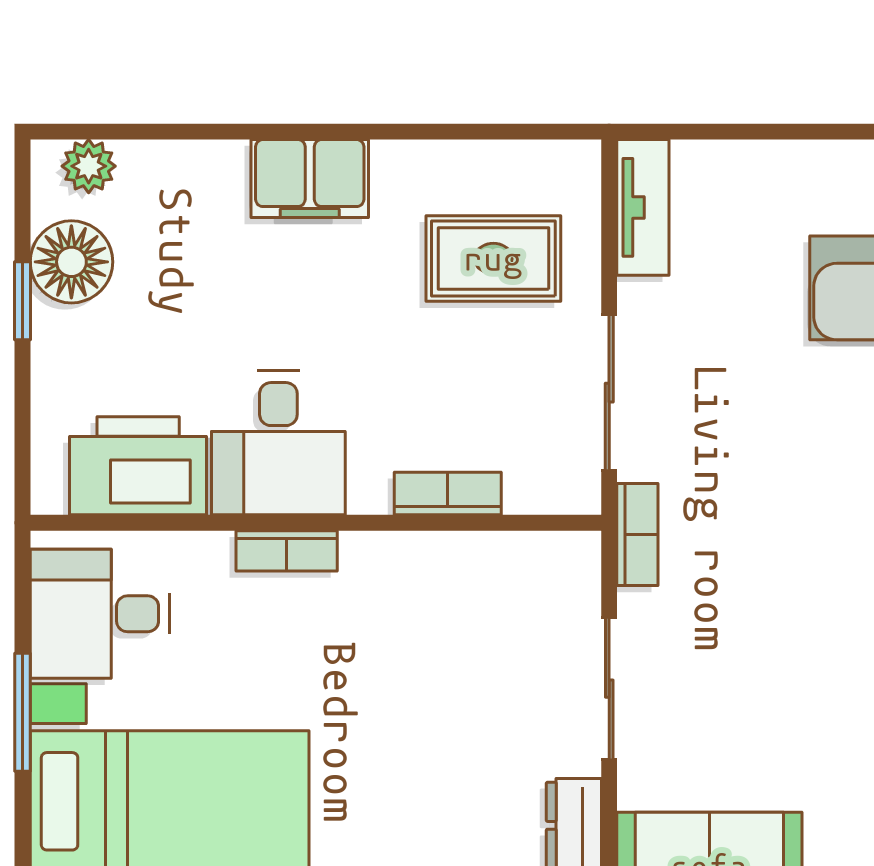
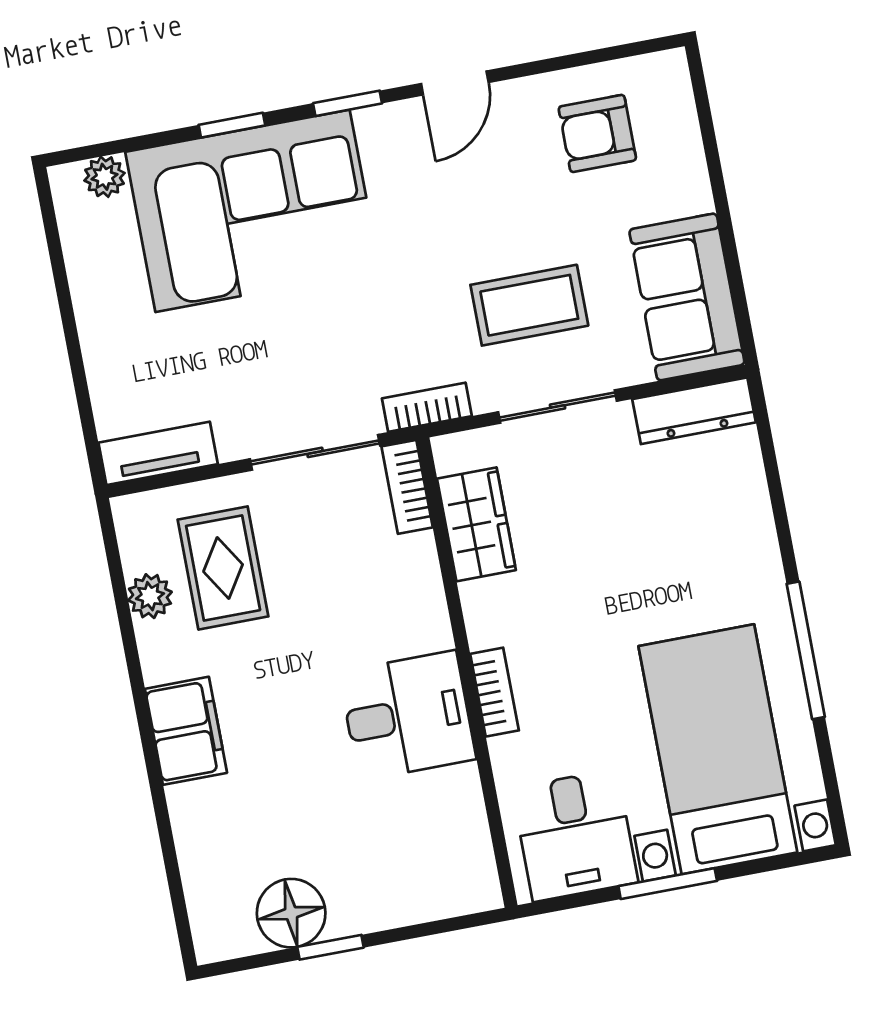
plant: (89, 166) -> (150, 596), moved
printer: (138, 466) -> (448, 827), removed
bookcase: (448, 494) -> (407, 487), moved
wardrobe: (488, 567) -> (476, 524), added
coffee table: (735, 678) -> (529, 305), added

